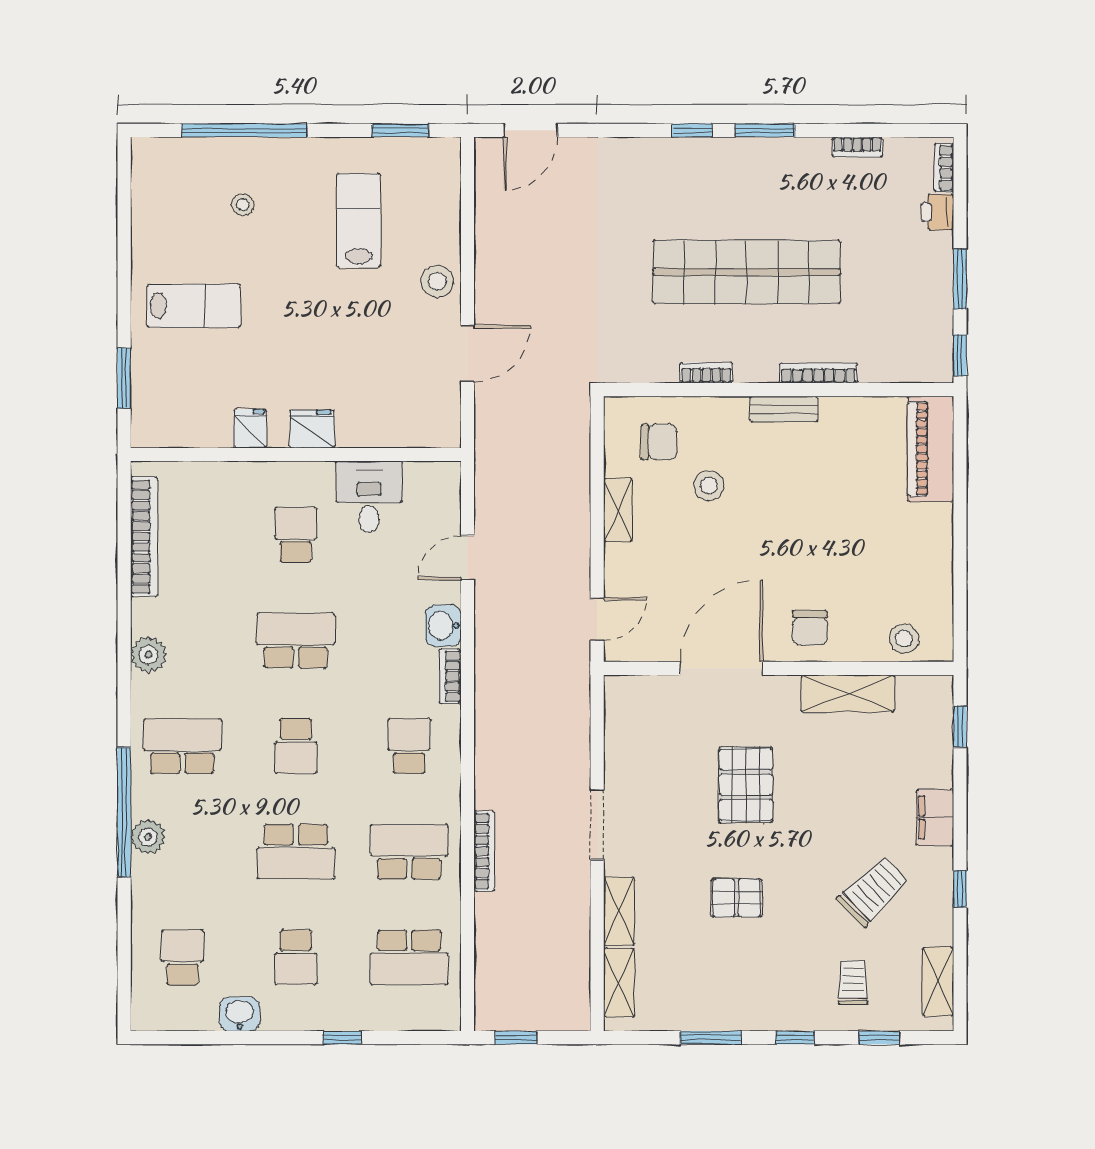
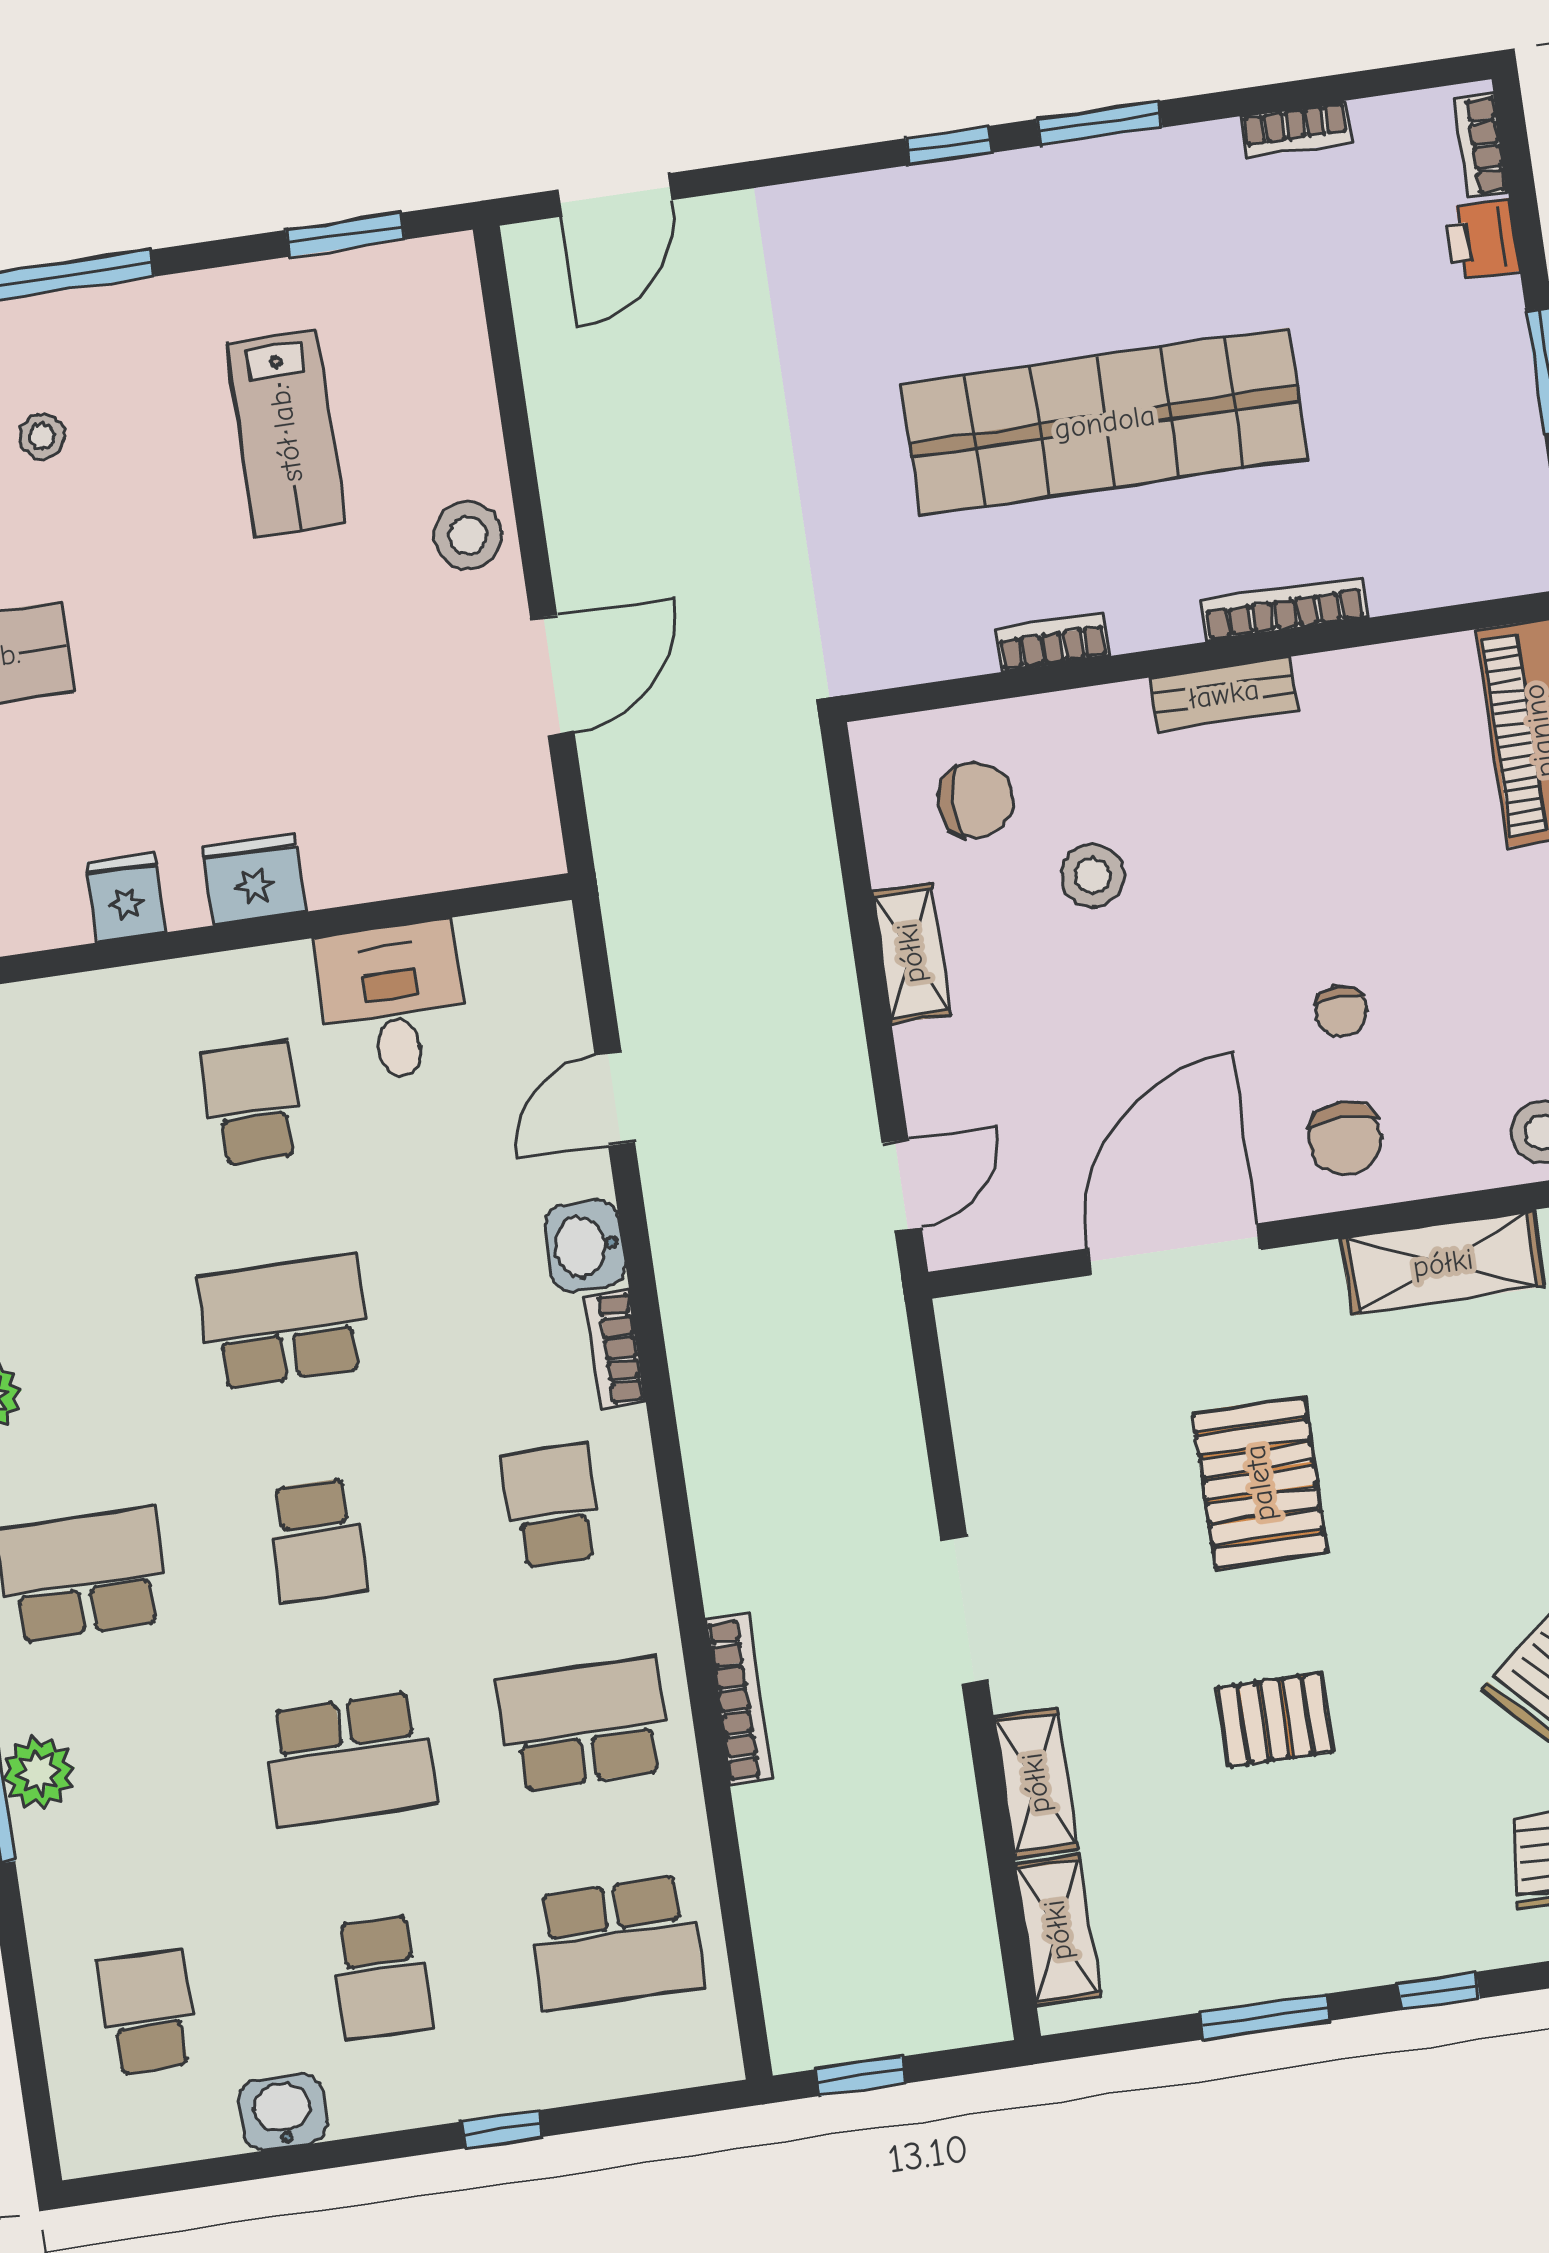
lab bench: (359, 220) -> (286, 434), turned 180
chair: (817, 567) -> (1341, 1011), added

